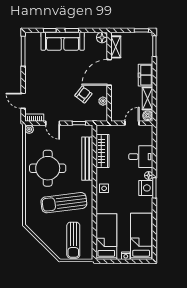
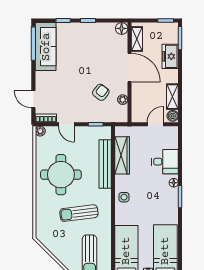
sofa: (63, 41) -> (46, 47), moved, turned -90
door: (109, 72) -> (129, 67), swing flipped
freezer: (145, 75) -> (170, 56), moved
nightstand: (146, 188) -> (171, 197), removed
sun lounger: (64, 203) -> (79, 213), width x0.73, depth x0.75

